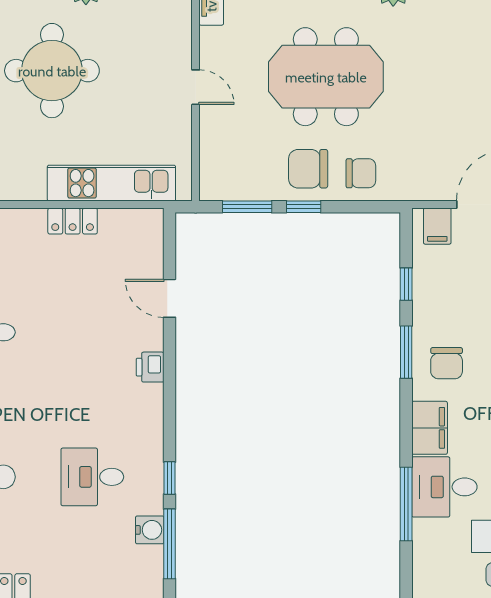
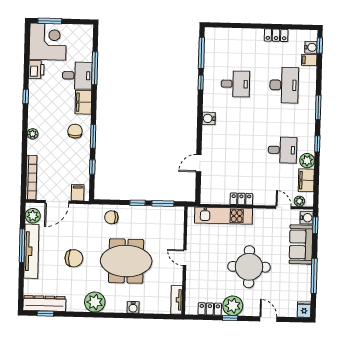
chair: (308, 169) -> (74, 258), moved
door: (169, 298) -> (199, 163), swing flipped
printer: (150, 367) -> (208, 133), removed
water cooler: (150, 530) -> (209, 118), moved

